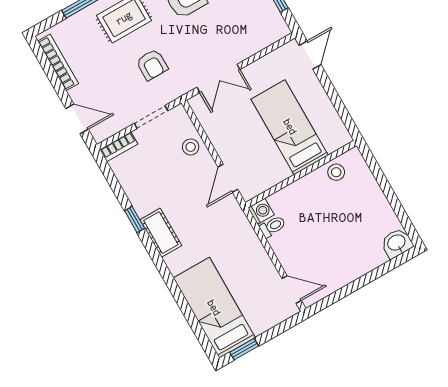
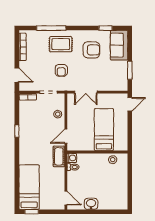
cot: (161, 233) -> (59, 156), moved
washbasin: (397, 243) -> (91, 204), moved

